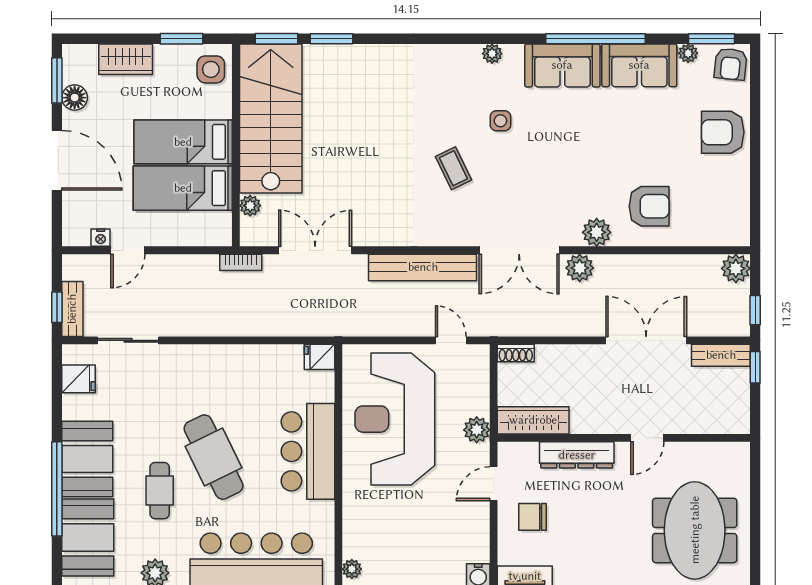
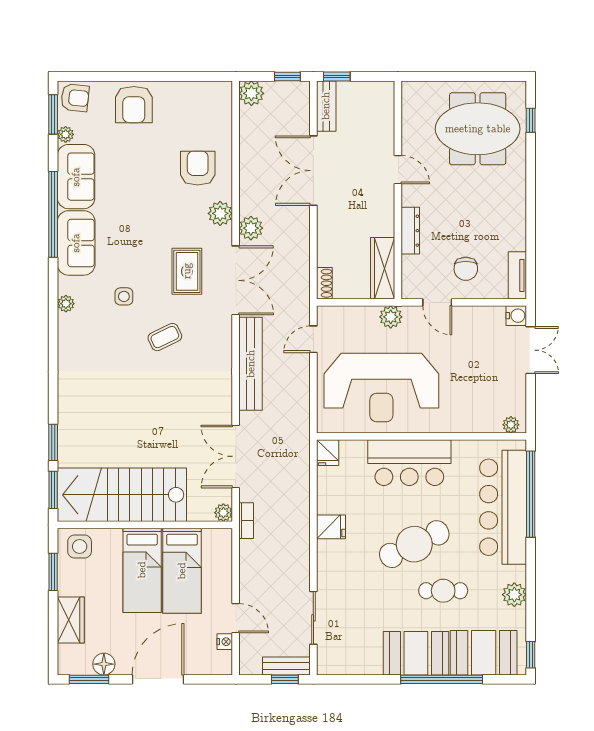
rug: (530, 194) -> (187, 271), added
plant: (250, 206) -> (223, 513), moved
fridge: (78, 379) -> (331, 527), moved, turned 90
dresser: (577, 455) -> (410, 231), width x0.73, depth x0.80

